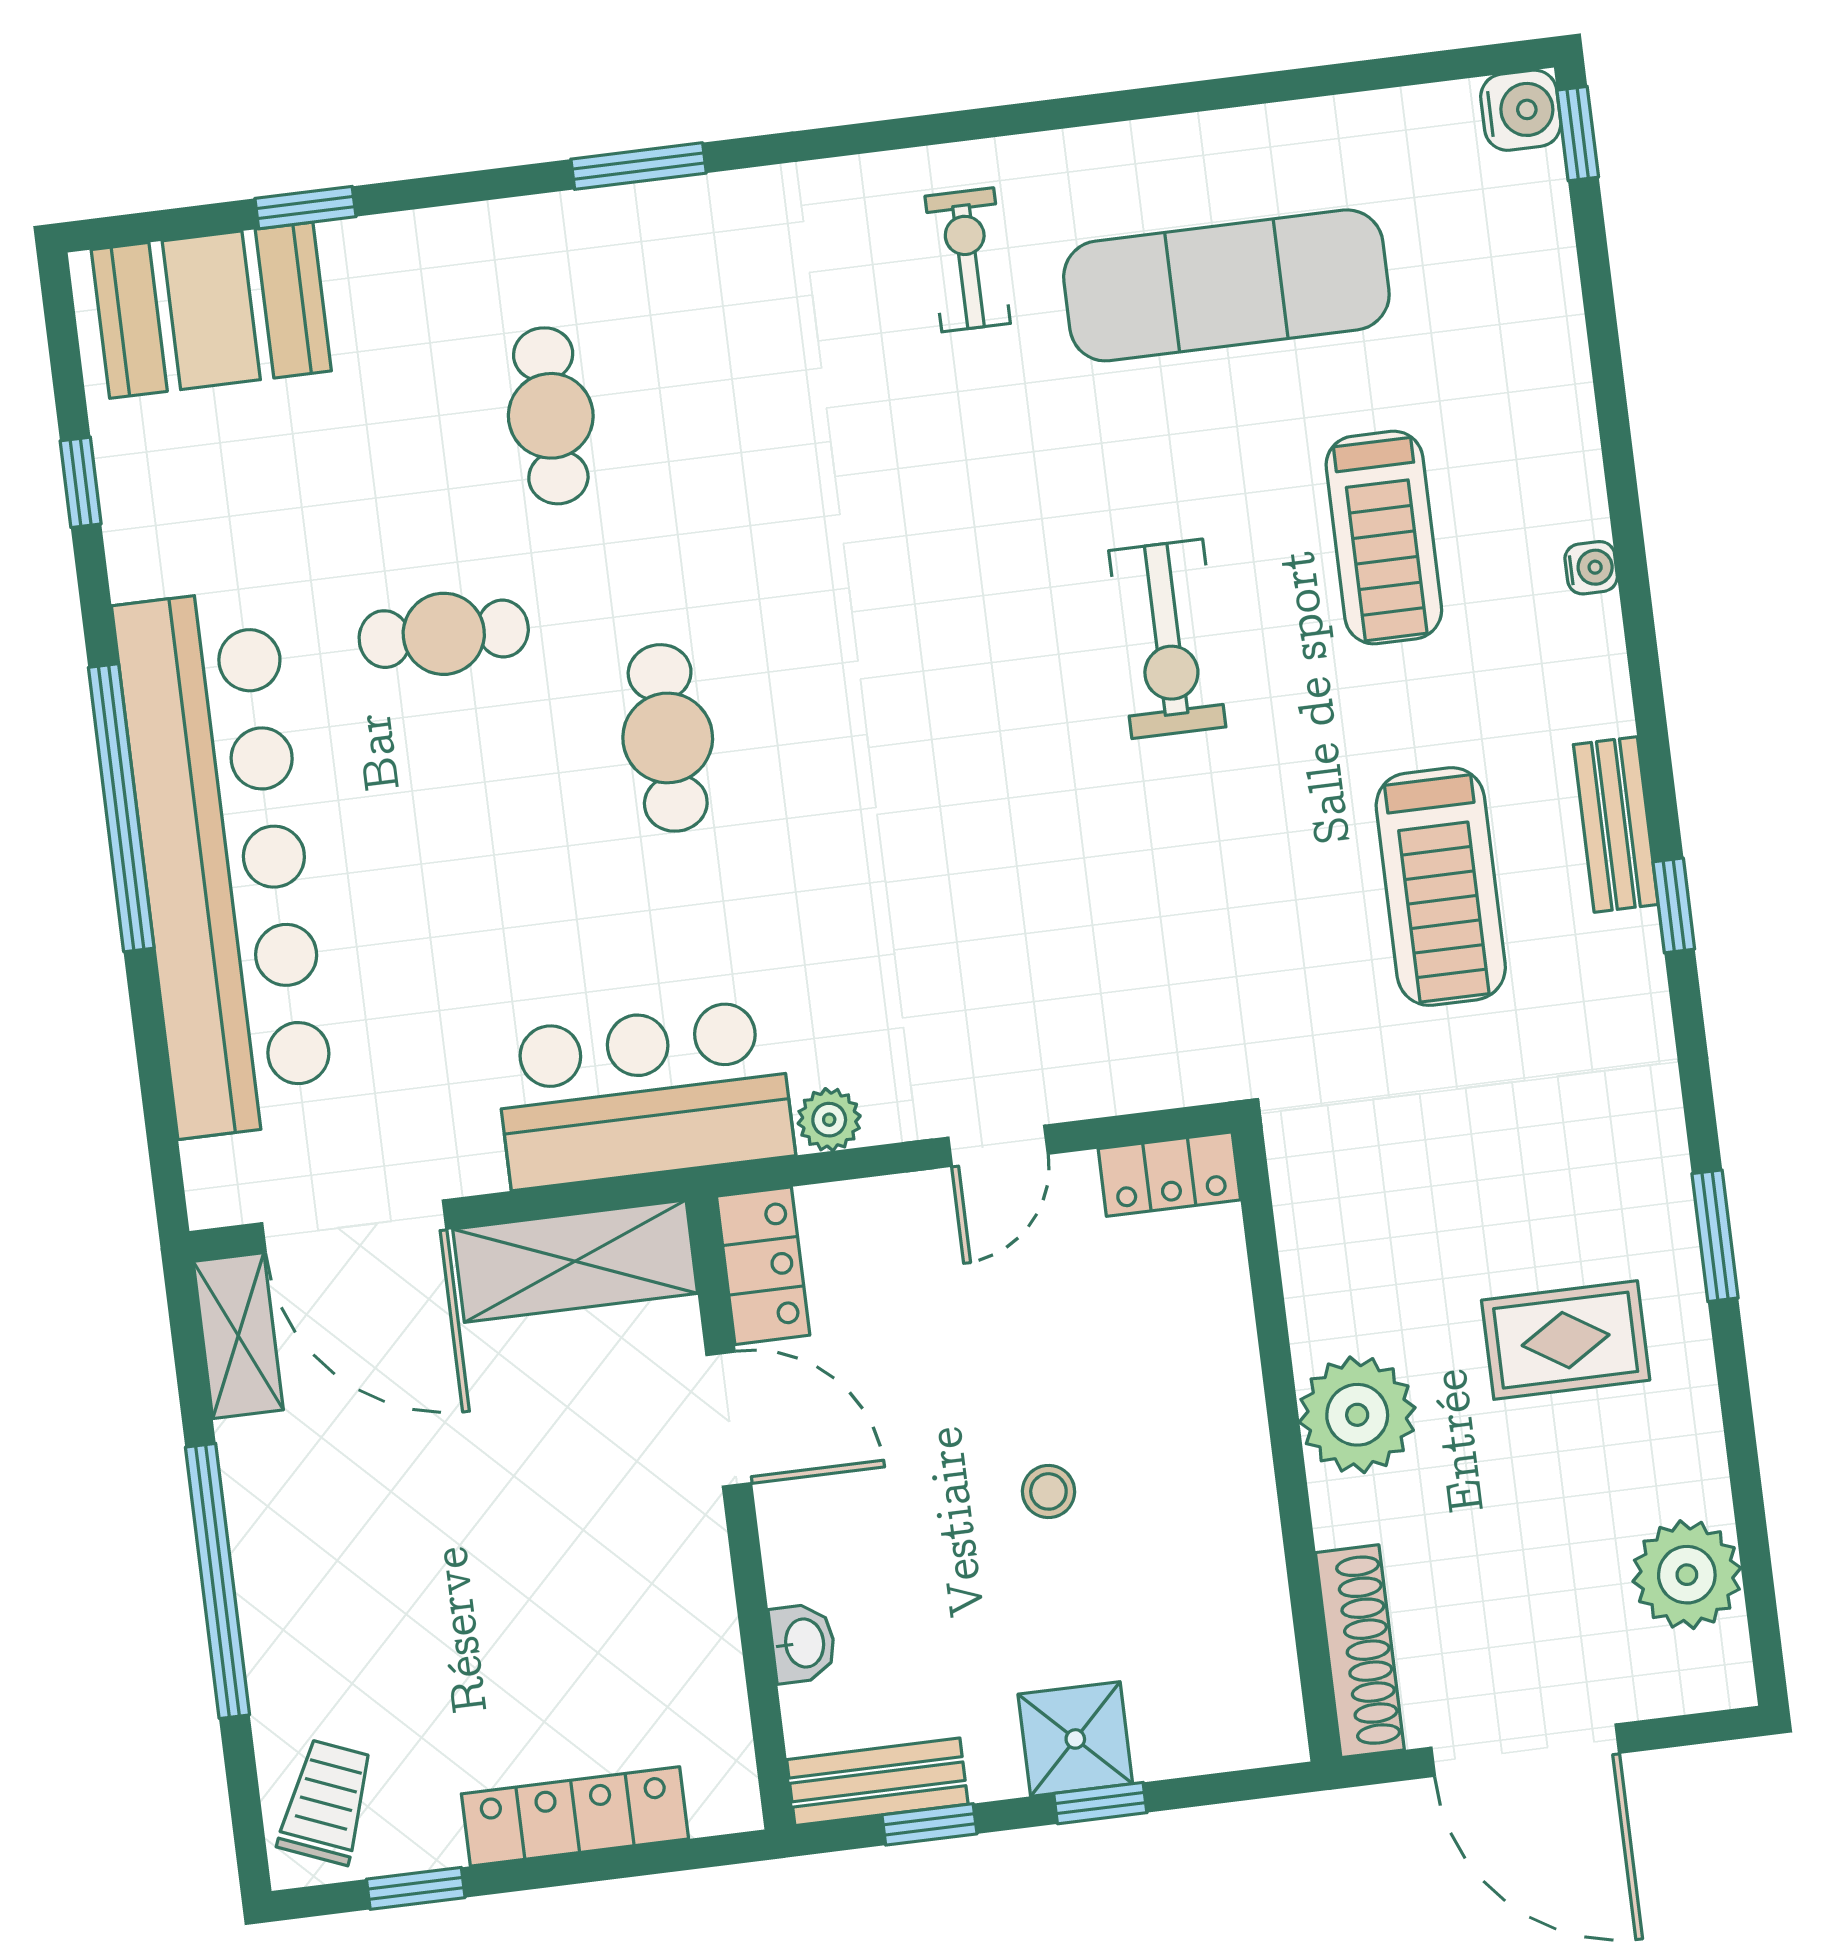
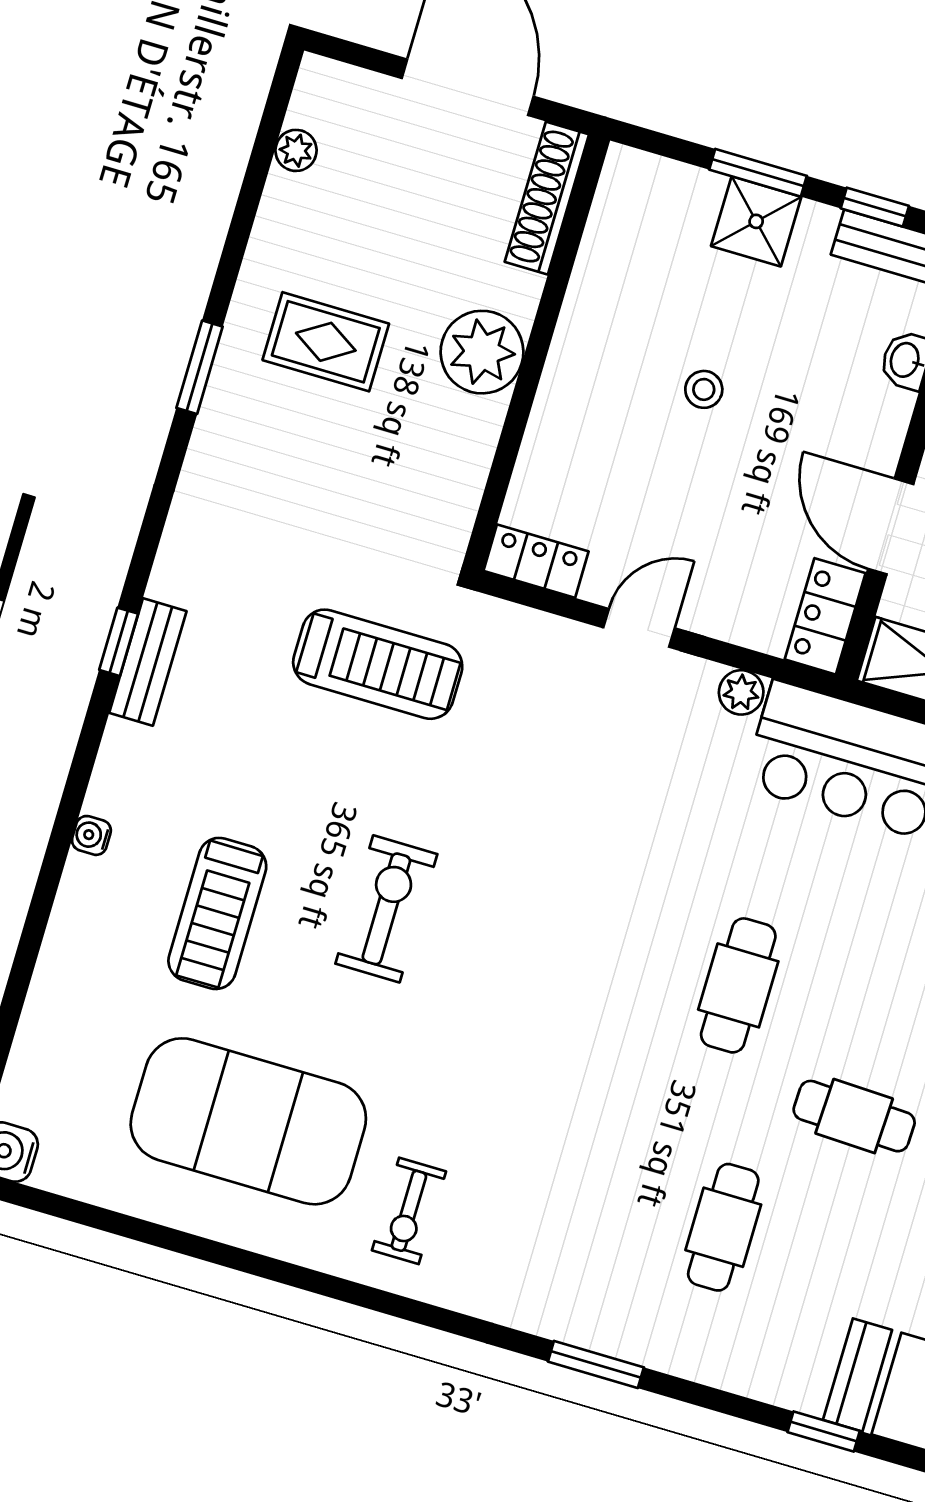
exercise mat: (1226, 285) -> (248, 1121), width x1.47
treadmill: (1384, 538) -> (217, 913), turned 180
treadmill: (1441, 887) -> (378, 664), moved, turned 90
window: (1674, 905) -> (119, 642), moved
plant: (1687, 1575) -> (296, 150), width x0.53, depth x0.53
window: (1100, 1803) -> (758, 173), width x1.50

